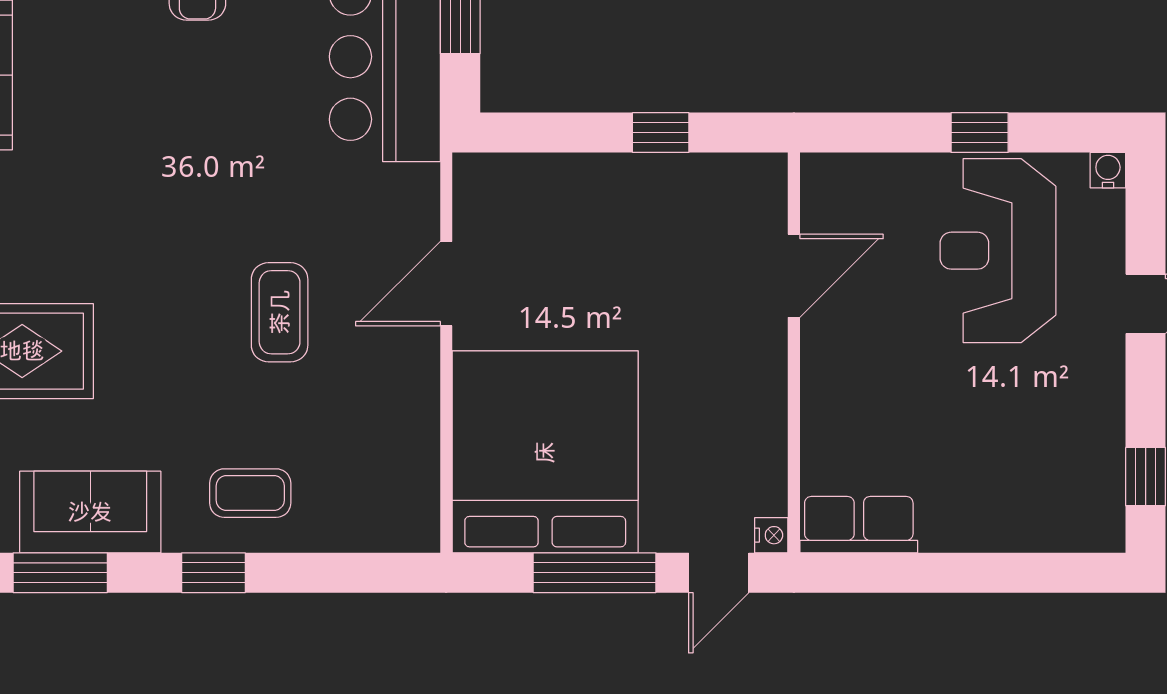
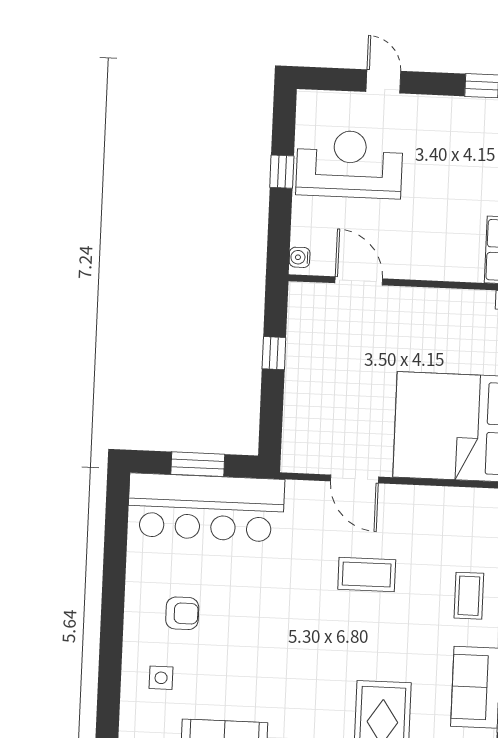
water cooler: (1108, 170) -> (300, 257), moved
reception desk: (998, 251) -> (349, 164), turned 180

